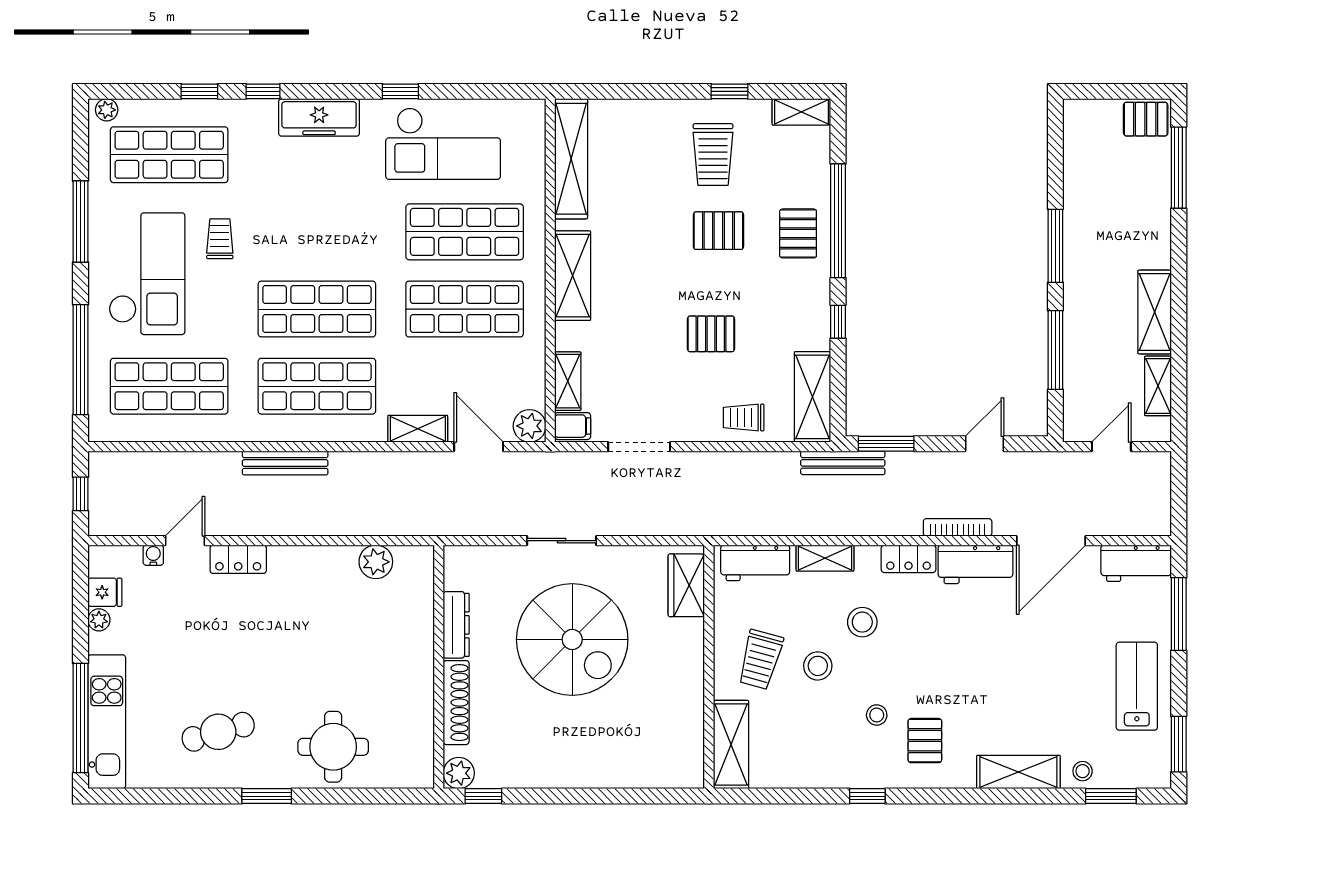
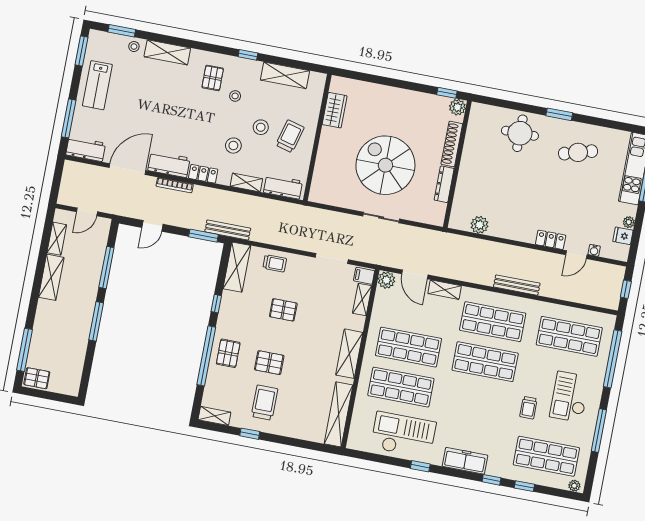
checkout: (147, 274) -> (570, 397), width x0.73, depth x0.83
wardrobe: (686, 585) -> (335, 110), moved
shelving: (731, 745) -> (285, 75), moved, turned 90

